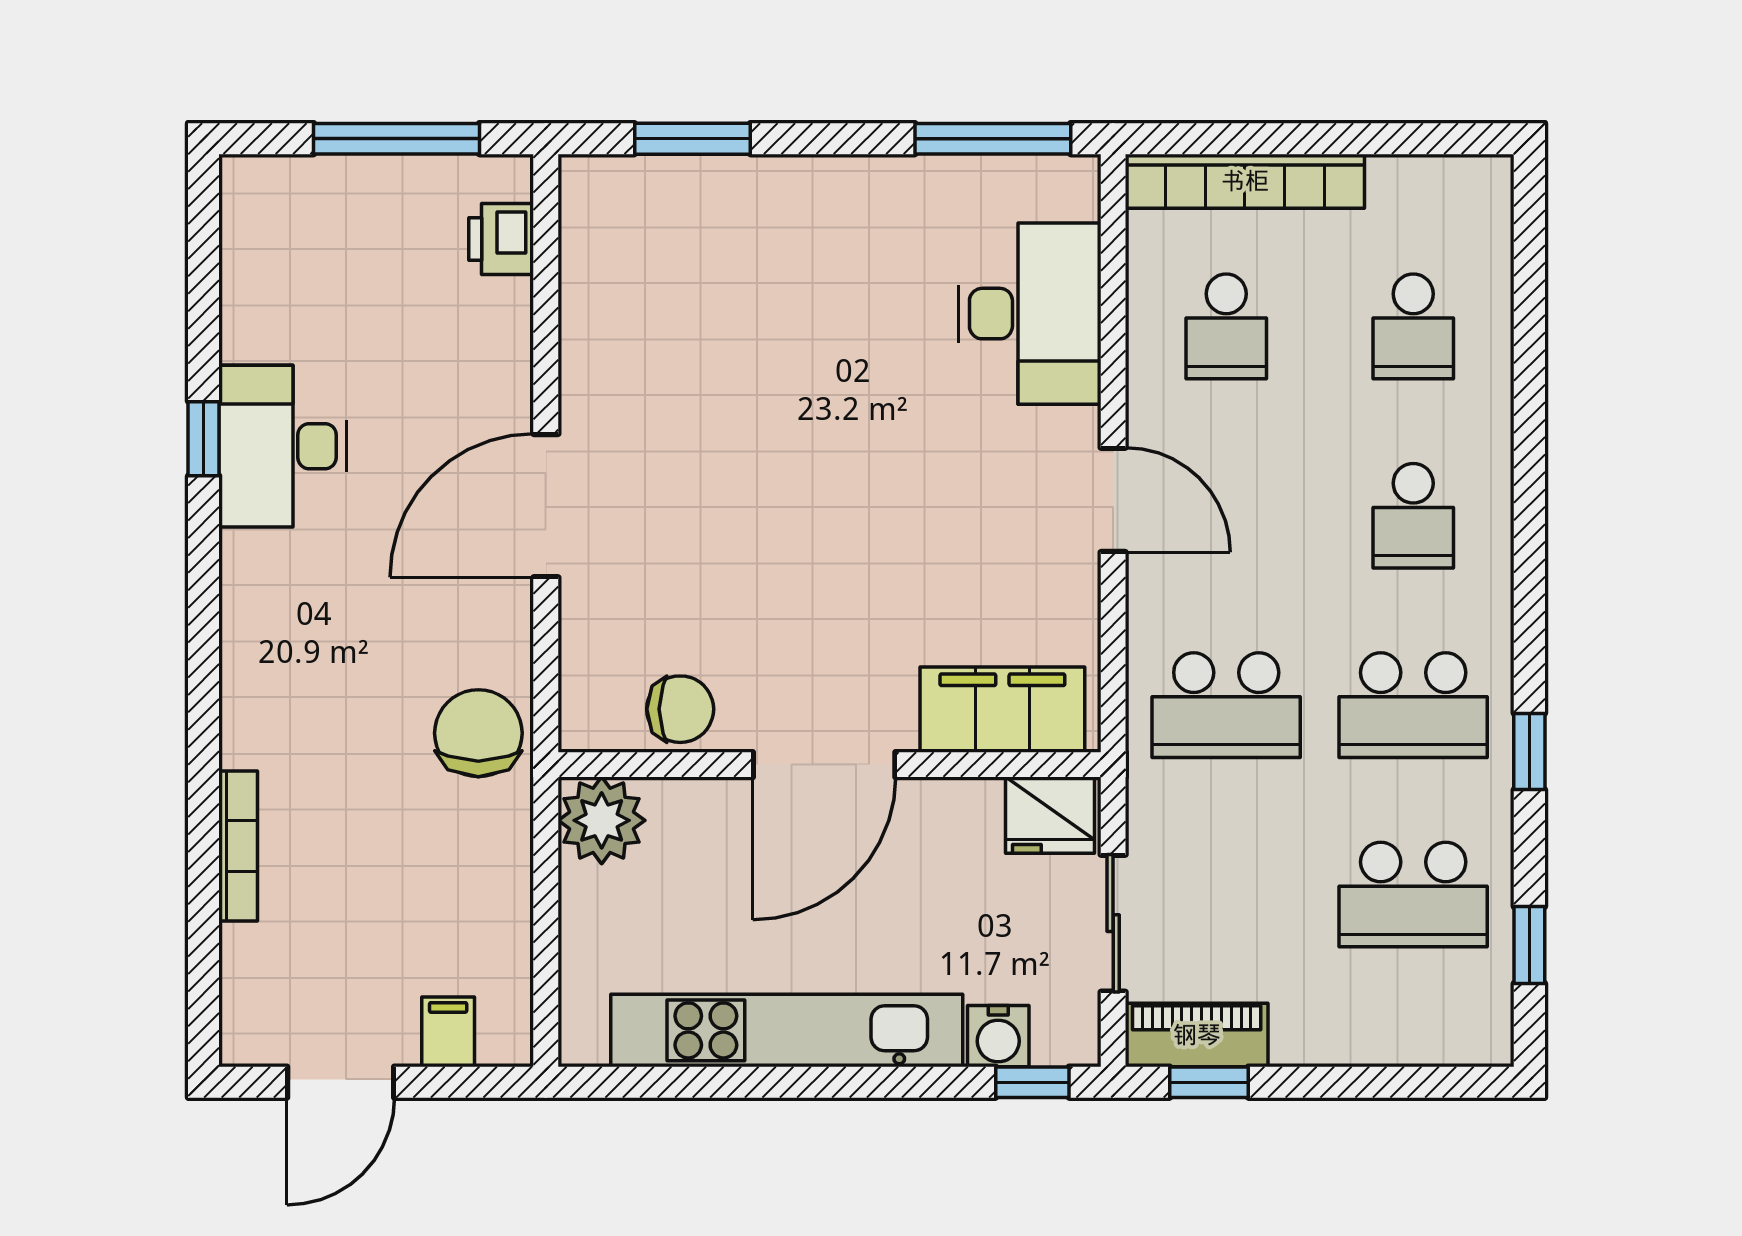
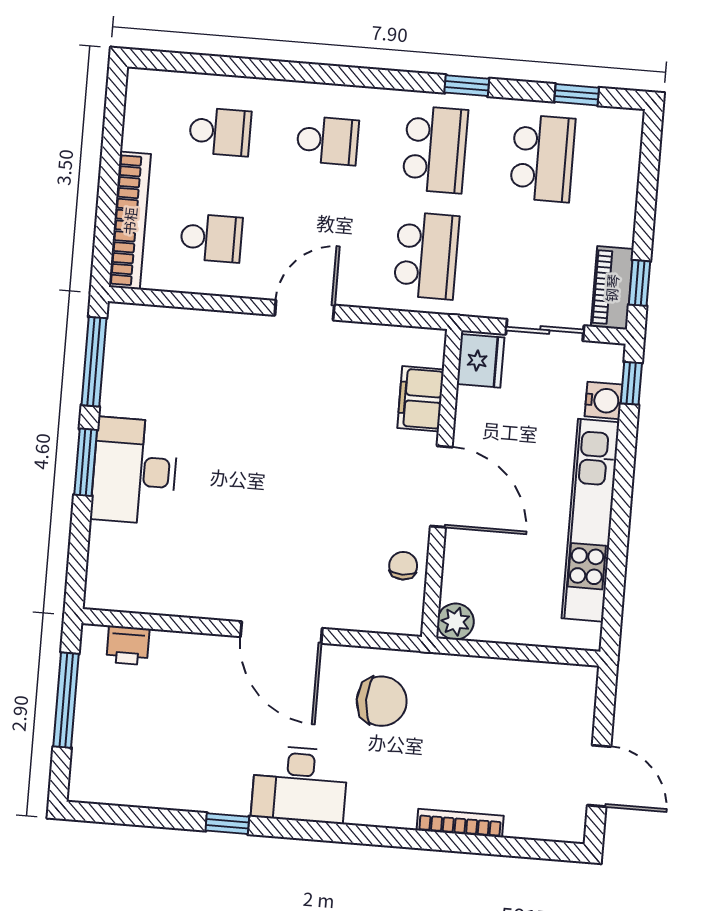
window: (692, 139) -> (86, 462), moved
desk: (1029, 314) -> (135, 471), moved, turned -90
desk: (283, 446) -> (300, 784), moved
chair: (680, 709) -> (403, 566), width x0.73, depth x0.73
filing cabinet: (1002, 710) -> (421, 399), width x0.67, depth x0.86
chair: (478, 733) -> (382, 701), moved, turned 180
plant: (602, 820) -> (455, 622), width x0.73, depth x0.73
filing cabinet: (448, 1032) -> (575, 713), removed

